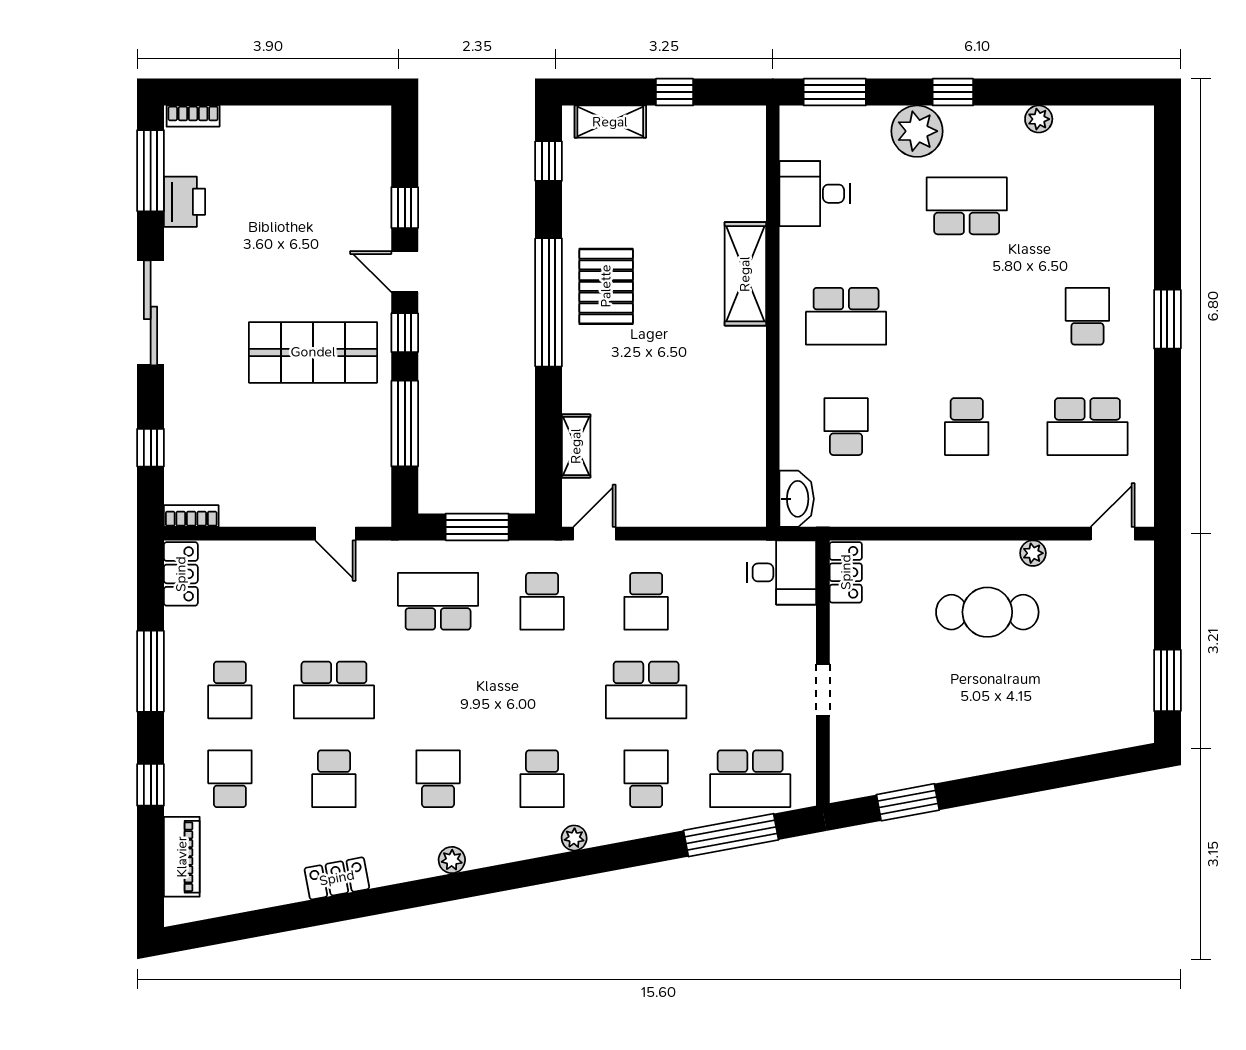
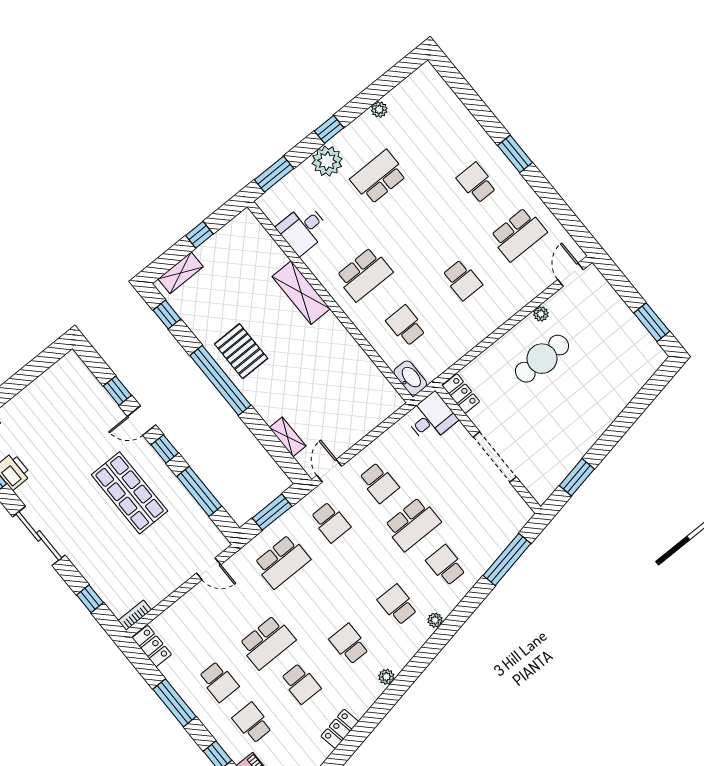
shop shelf: (313, 352) -> (130, 493), turned 90
school desk: (438, 601) -> (282, 561), turned 180
doorway: (823, 690) -> (495, 457), width x1.88
school desk: (542, 779) -> (398, 605), turned 180
school desk: (750, 779) -> (495, 526), removed

